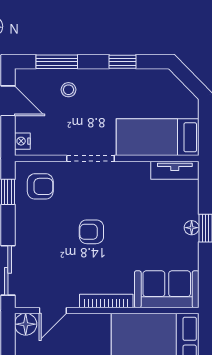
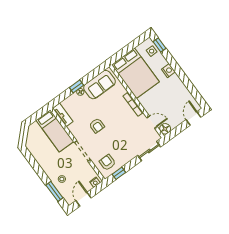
window: (123, 62) -> (36, 166), removed
armchair: (91, 232) -> (97, 126), moved
sofa: (167, 289) -> (99, 85), moved, turned -90

